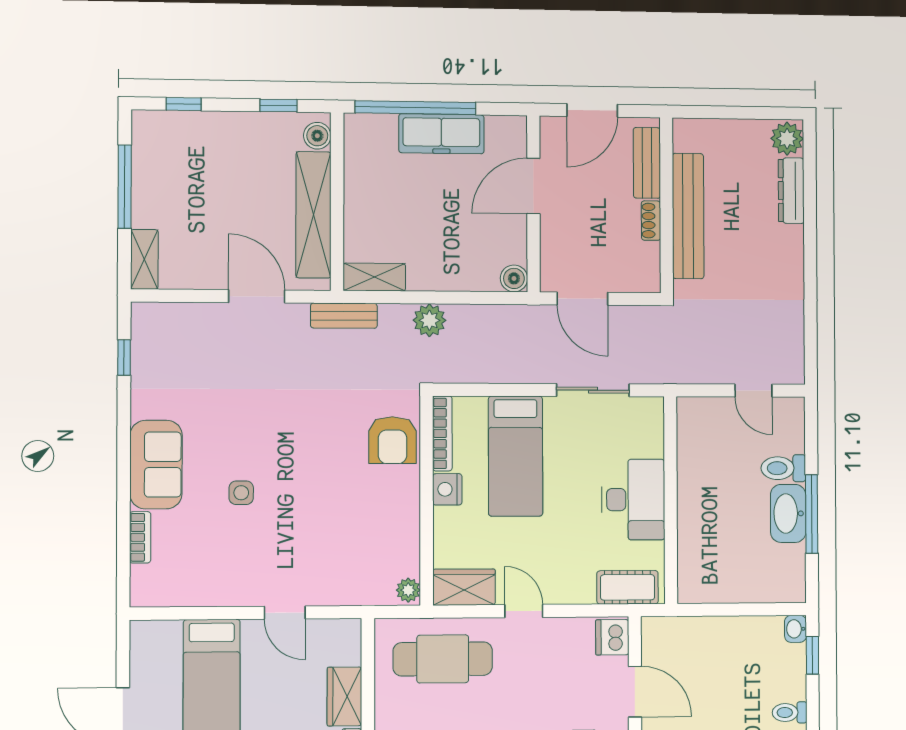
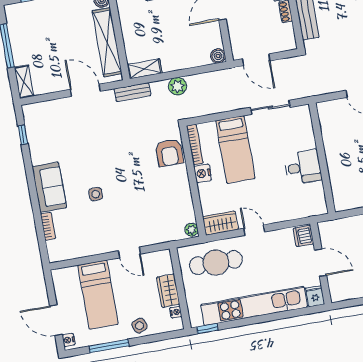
desk: (633, 500) -> (303, 167), width x0.73
cot: (628, 587) -> (307, 208), removed

